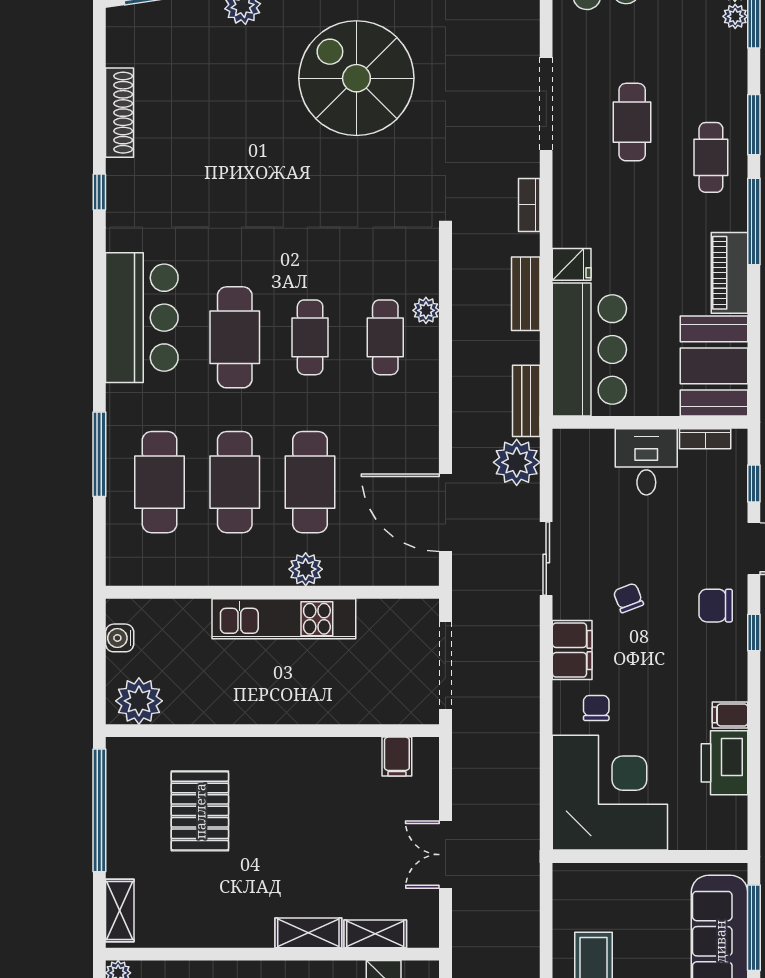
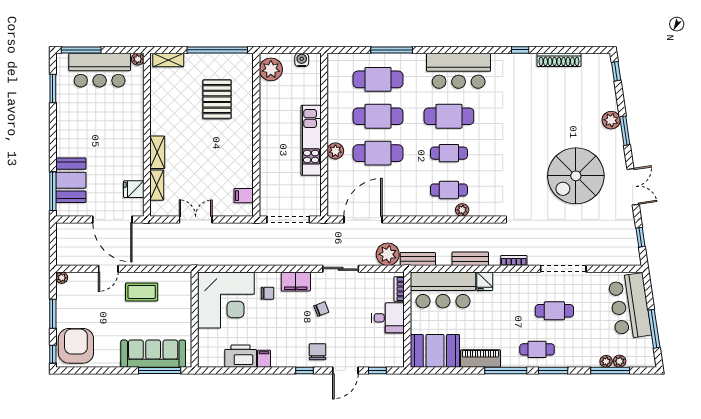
spiral stairs: (356, 78) -> (576, 176), turned 180
bookcase: (705, 439) -> (399, 289), moved
pallet: (200, 811) -> (217, 99), turned 90

